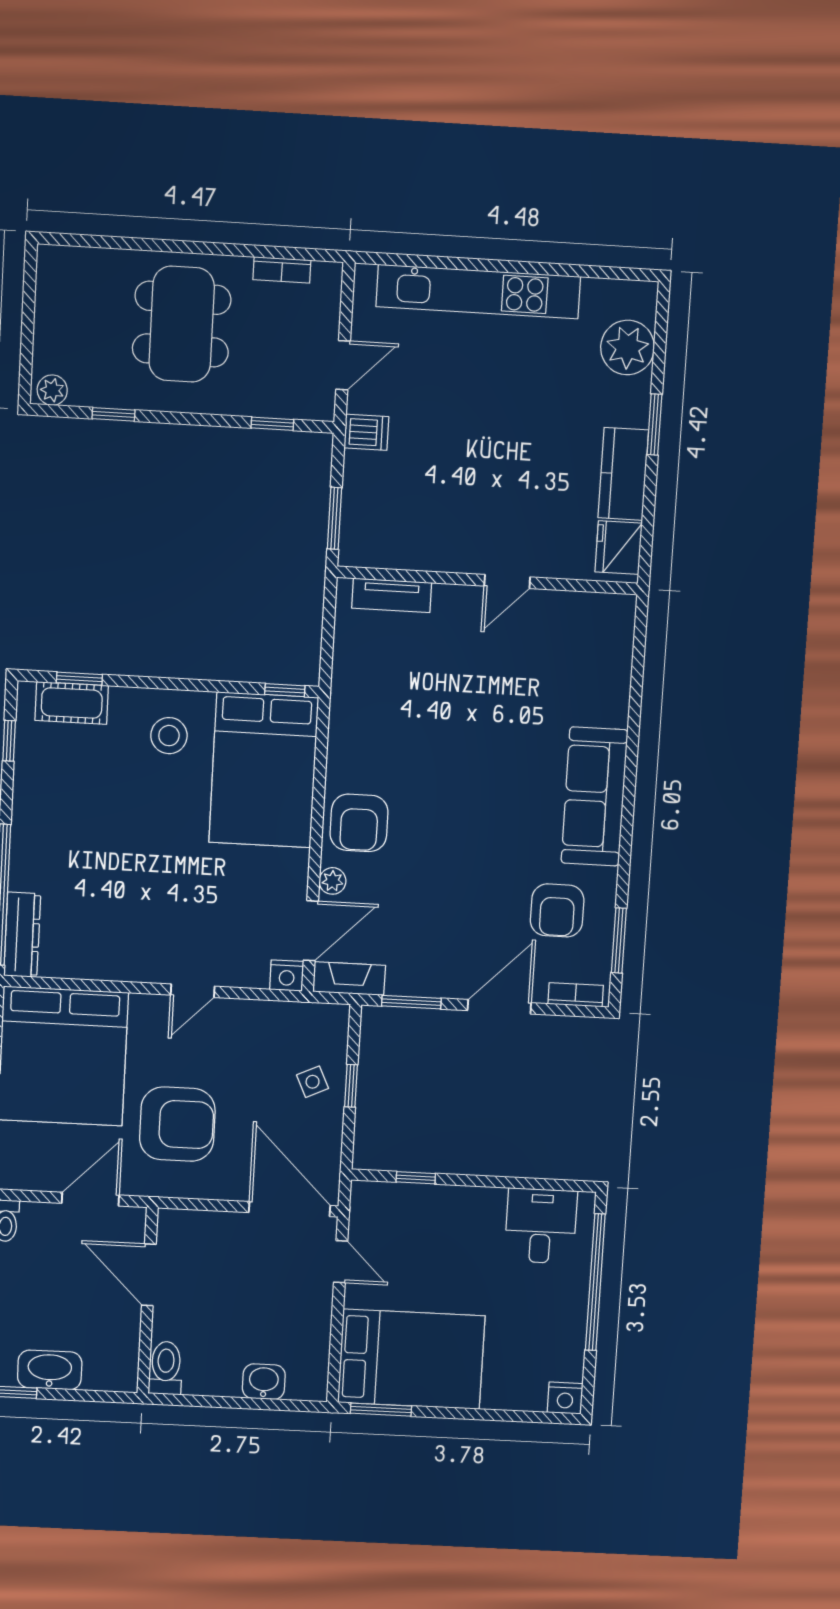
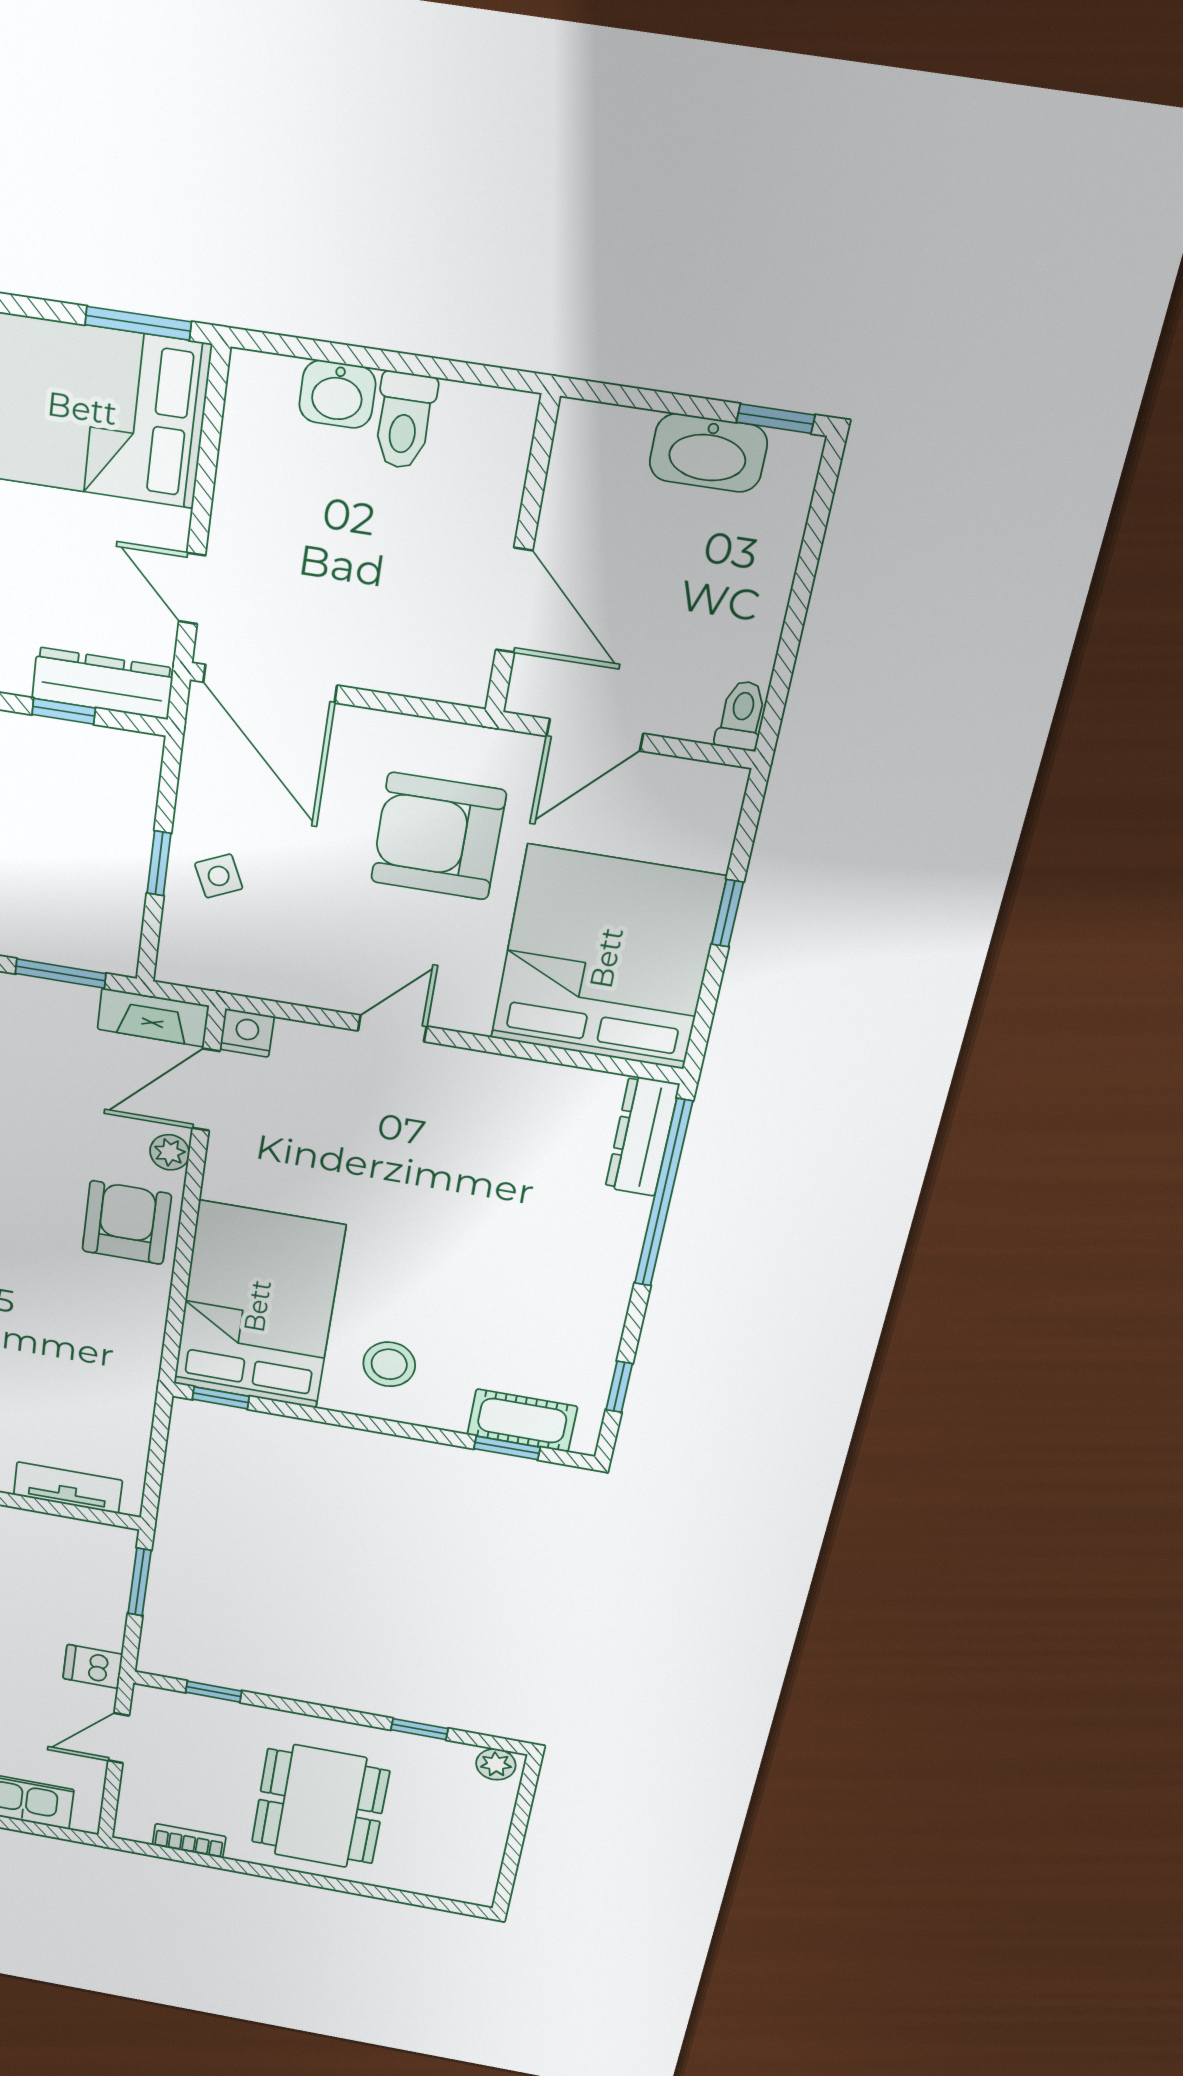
dresser: (392, 1198) -> (103, 683), added
toilet: (166, 1368) -> (404, 421), moved

